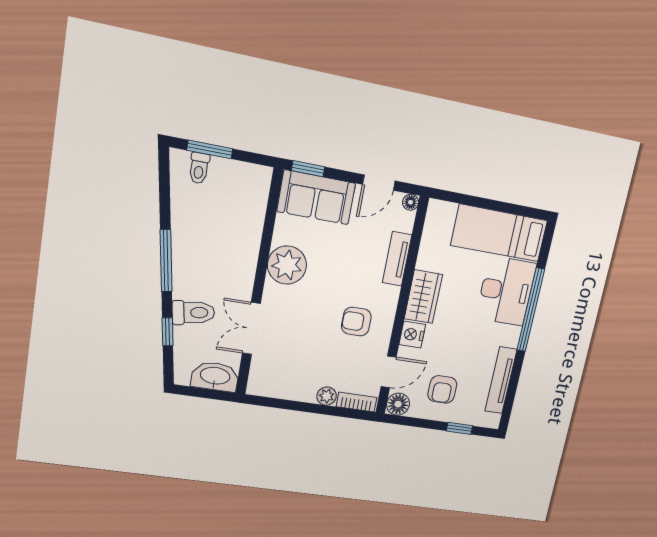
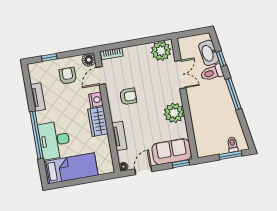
washbasin: (215, 376) -> (209, 53), moved, turned 81
tv unit: (501, 380) -> (38, 97), width x0.71
plant: (327, 396) -> (161, 51), moved, width x1.88, depth x1.88

